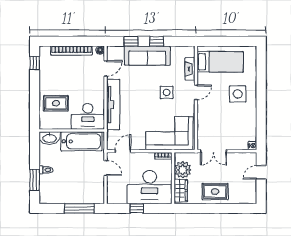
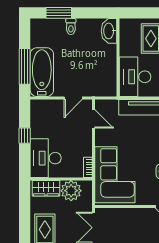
bathtub: (81, 141) -> (42, 72), moved, turned 180
desk: (150, 187) -> (46, 158), width x0.73, depth x0.77

